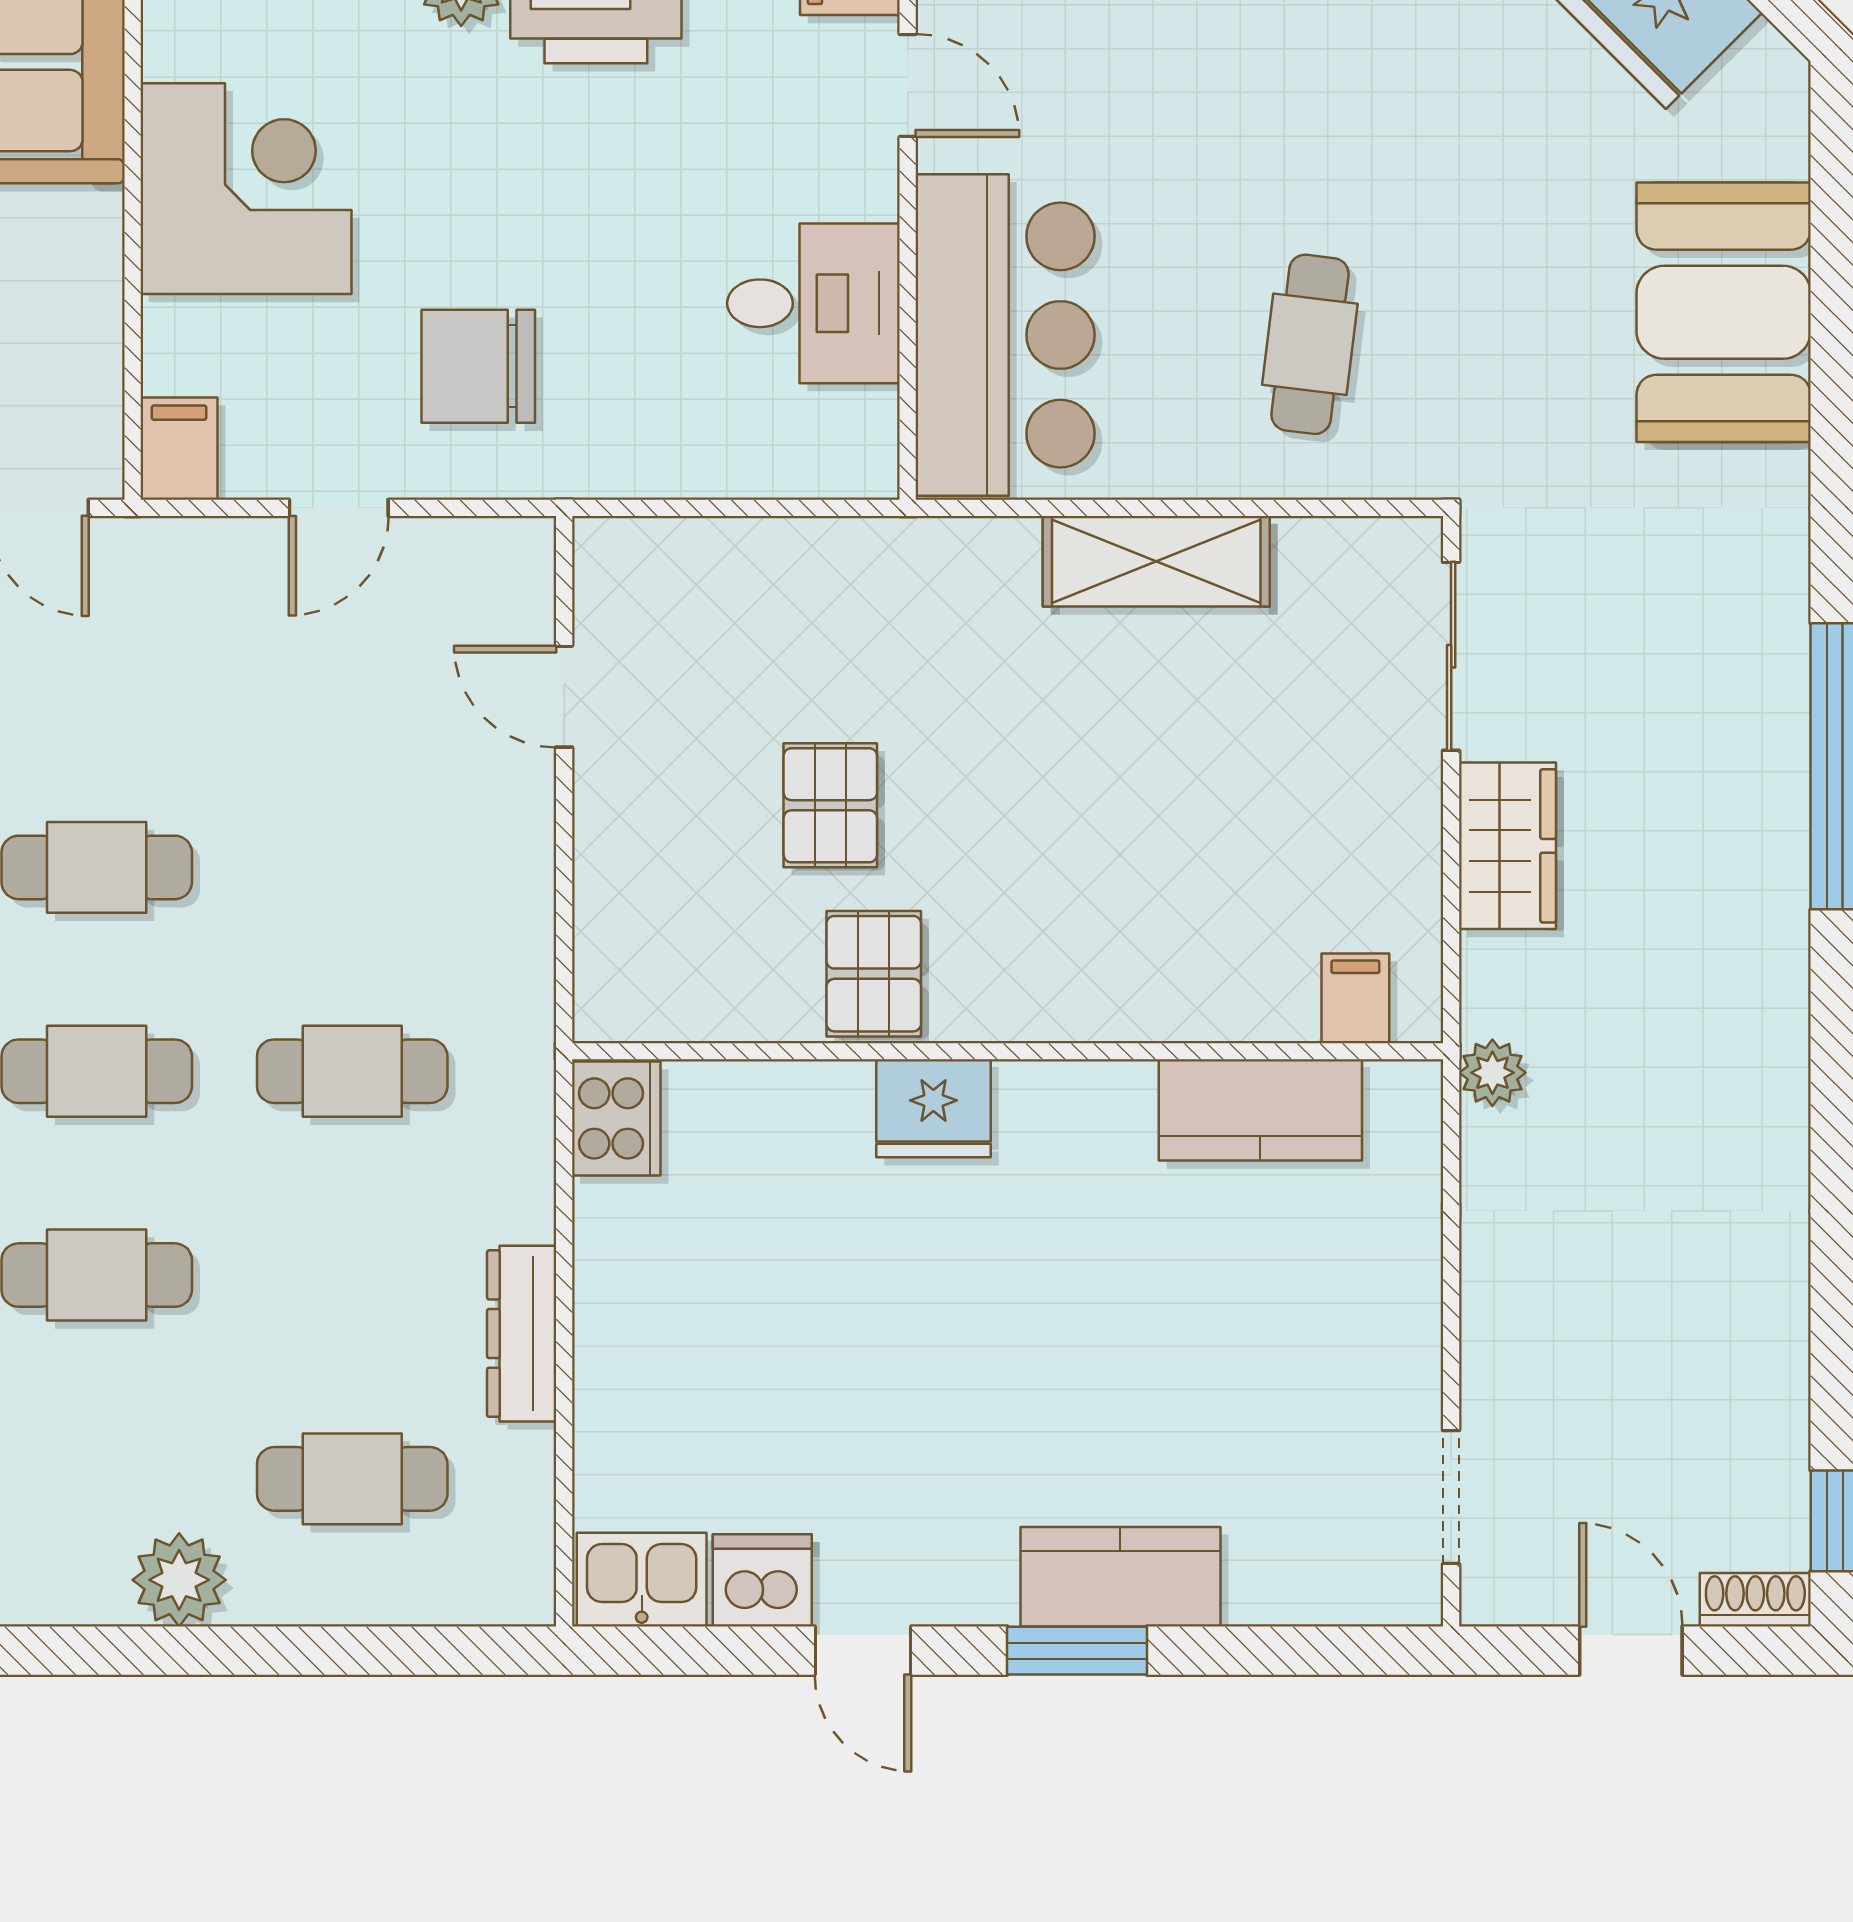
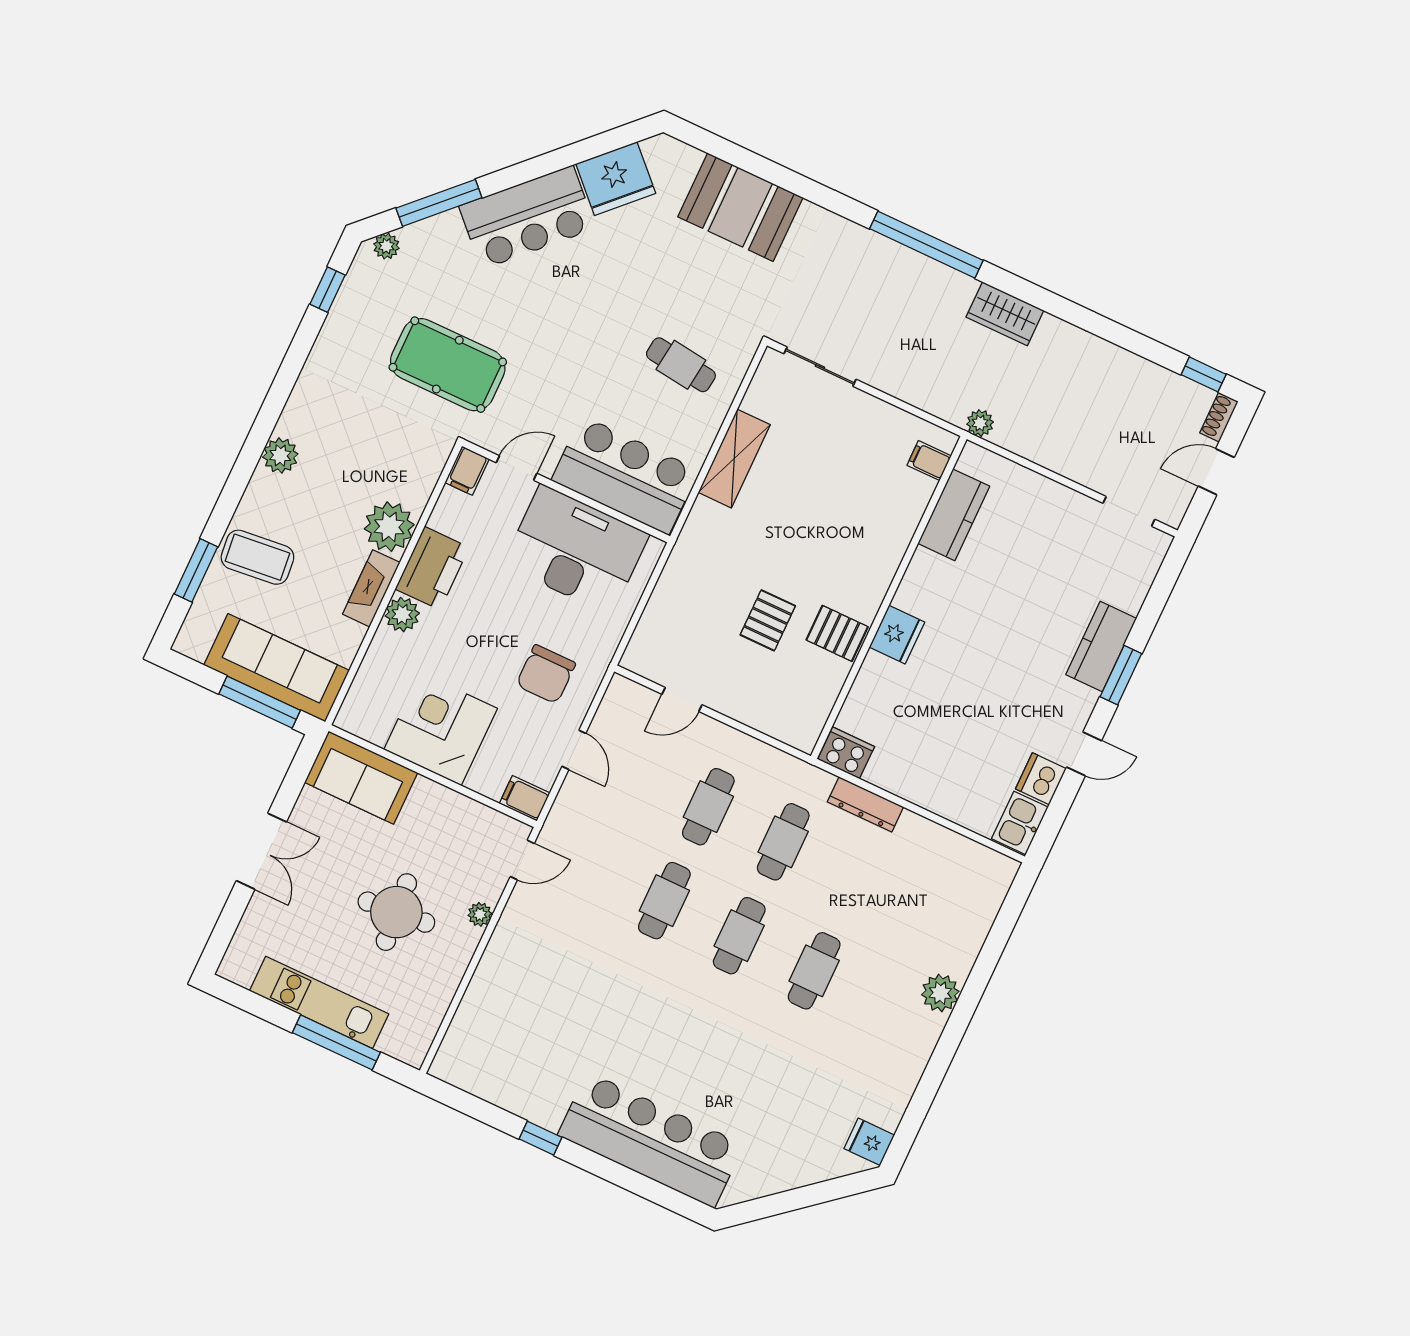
desk: (813, 303) -> (576, 550), width x1.87, depth x1.30
pallet: (830, 805) -> (768, 620), turned 90
wardrobe: (1507, 846) -> (1005, 314), moved, turned 180
dresser: (522, 1334) -> (865, 804), moved
cafe table: (352, 1479) -> (708, 807), moved

